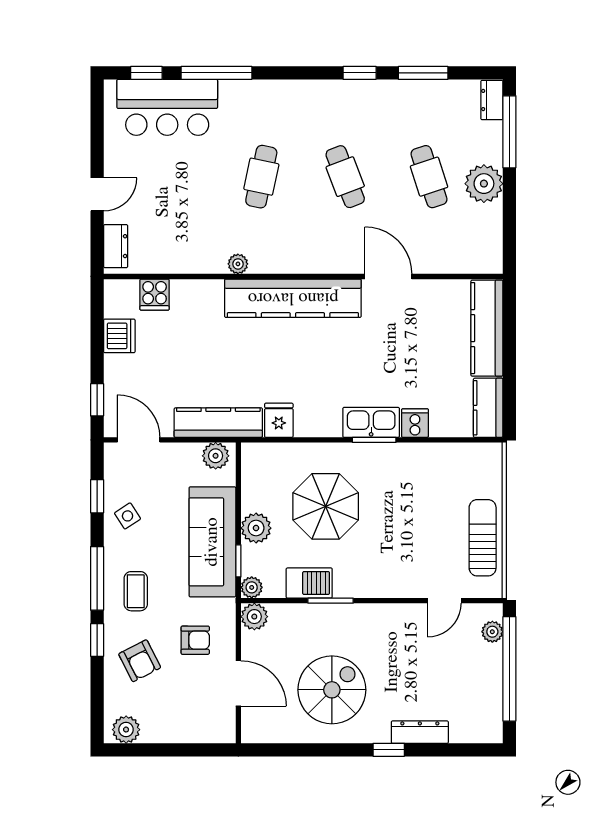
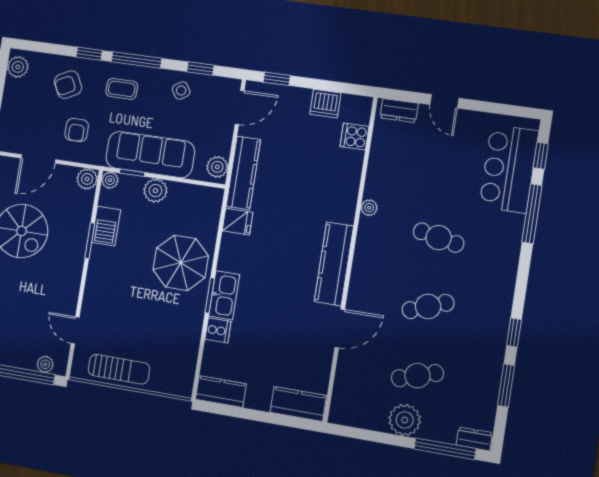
kitchen counter: (293, 298) -> (334, 264), width x0.72, depth x0.86
kitchen counter: (487, 328) -> (298, 404), width x0.67
parasol: (326, 506) -> (181, 263), moved

